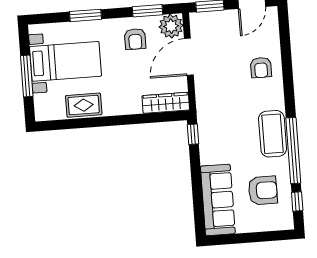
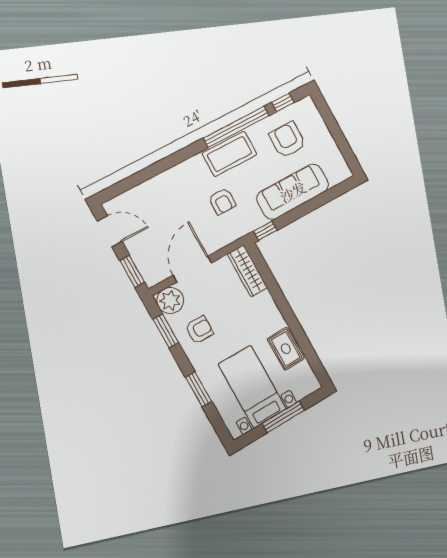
door: (189, 57) -> (192, 269), swing flipped
armchair: (261, 68) -> (222, 201), moved, turned 90
sofa: (218, 200) -> (293, 192), moved

